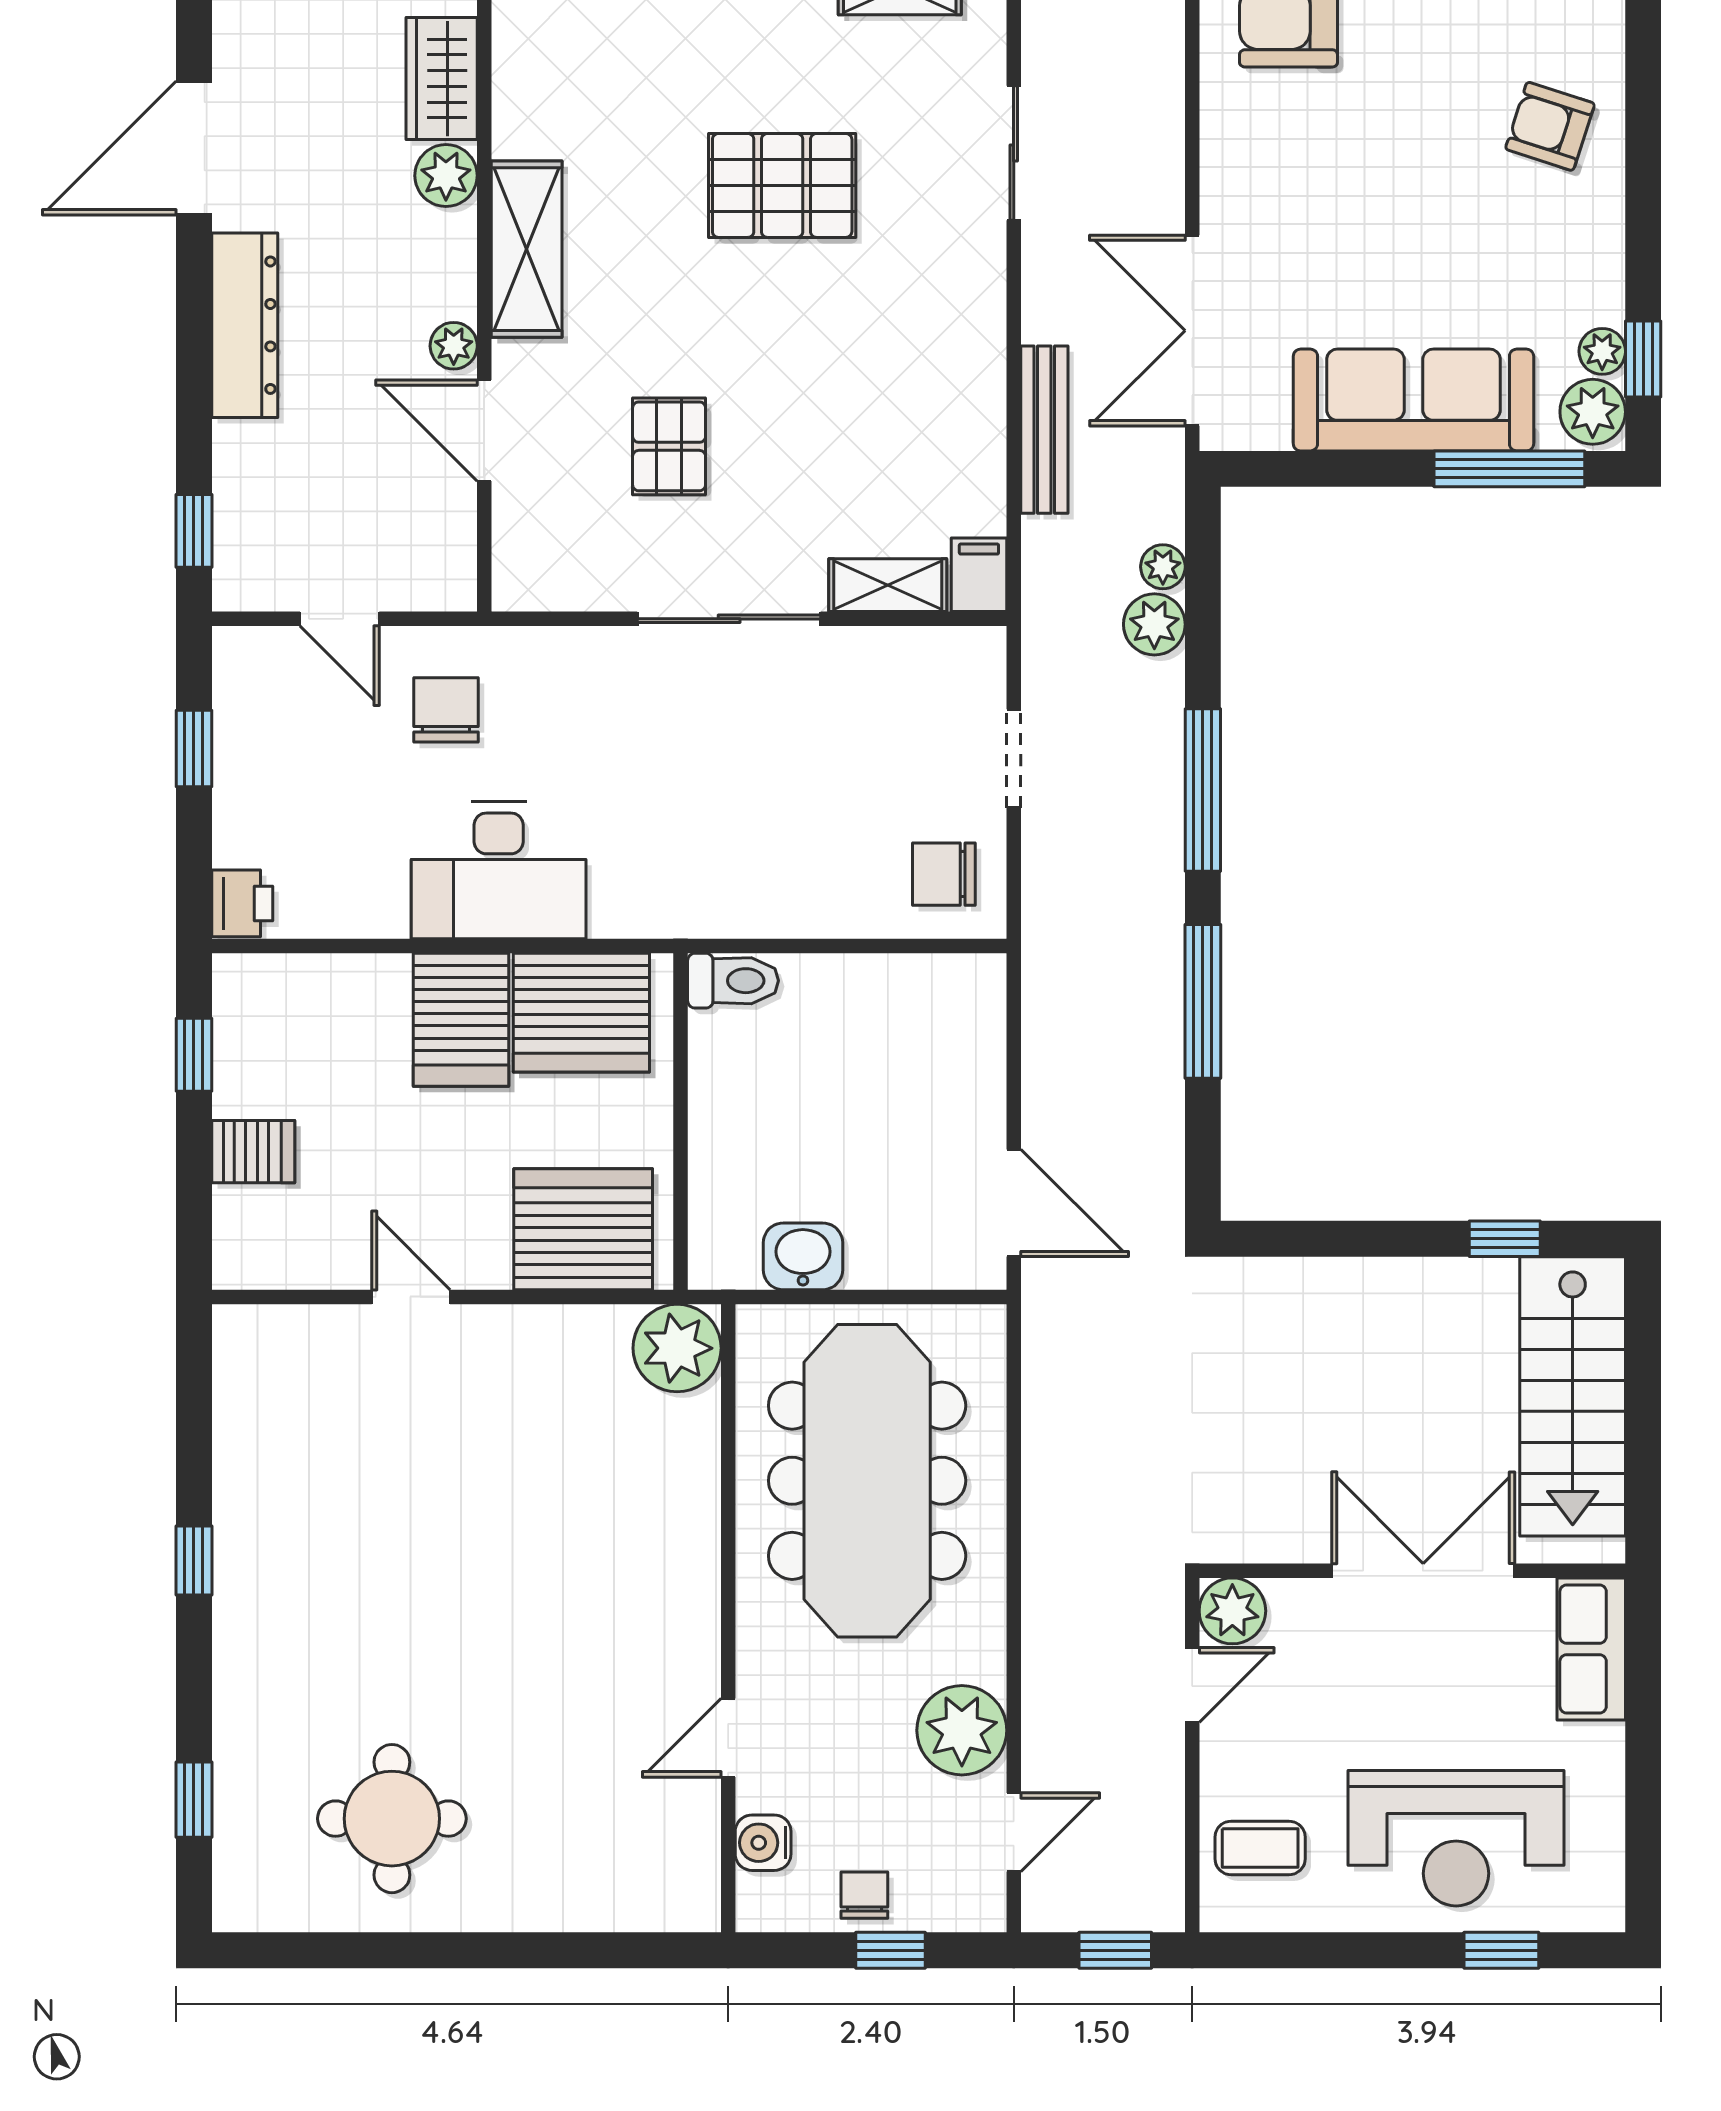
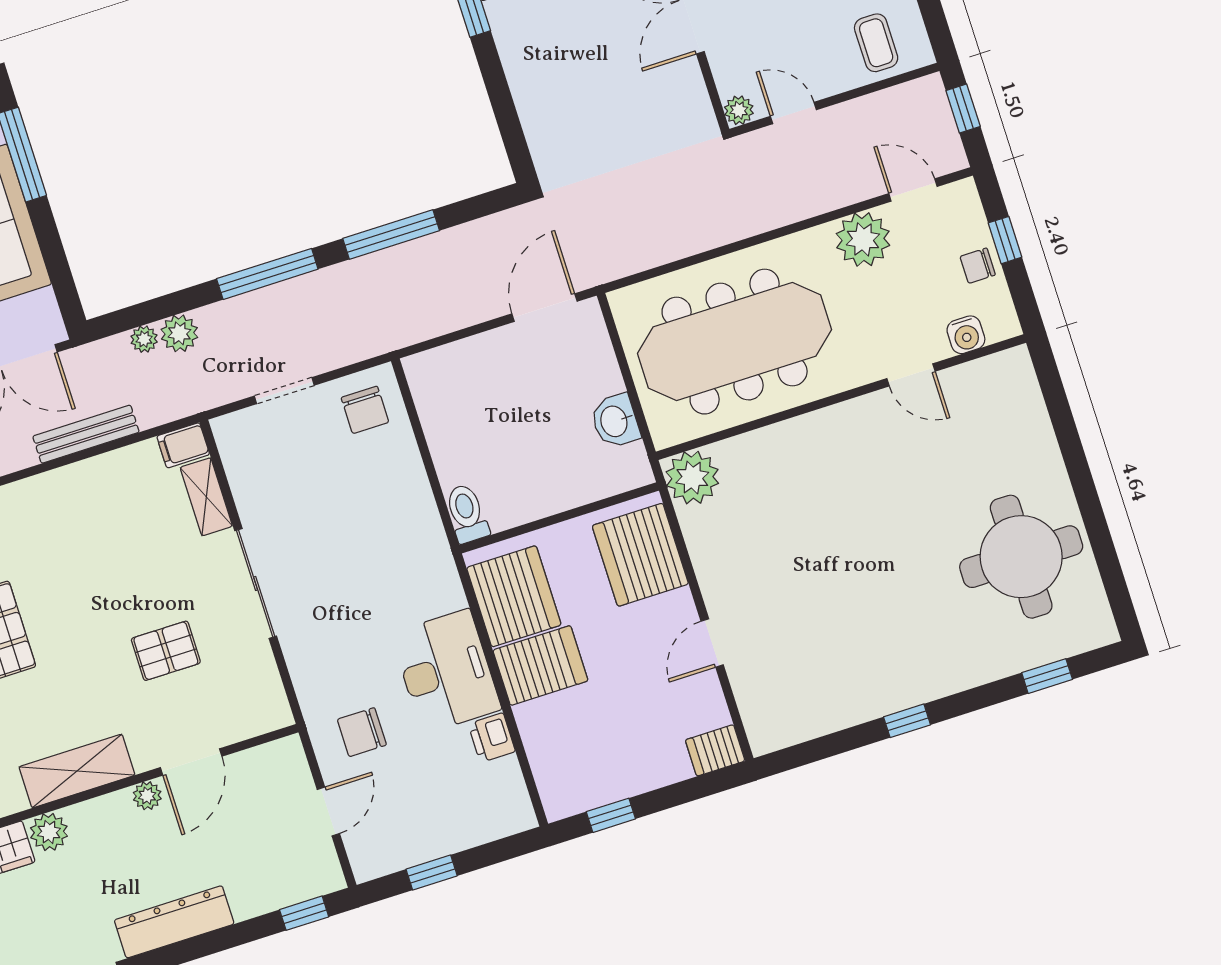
printer: (242, 903) -> (492, 738), moved, turned -90
server rack: (253, 1152) -> (715, 750), moved, turned -90
plant: (1232, 1611) -> (739, 110), width x0.73, depth x0.73
round table: (392, 1819) -> (1021, 557), width x1.36, depth x1.36

